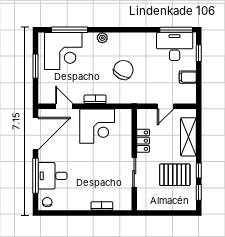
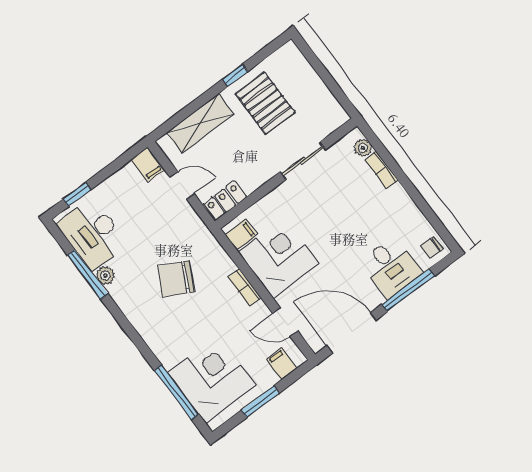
window: (176, 30) -> (88, 275), moved
plant: (102, 38) -> (105, 276), moved
filing cabinet: (188, 77) -> (148, 165), moved
filing cabinet: (46, 90) -> (282, 364), added
door: (64, 106) -> (285, 322), hinge flipped
filing cabinet: (121, 117) -> (241, 235), added
locker: (143, 141) -> (225, 201), moved
window: (199, 192) -> (265, 53), removed
plant: (119, 205) -> (363, 148), added

